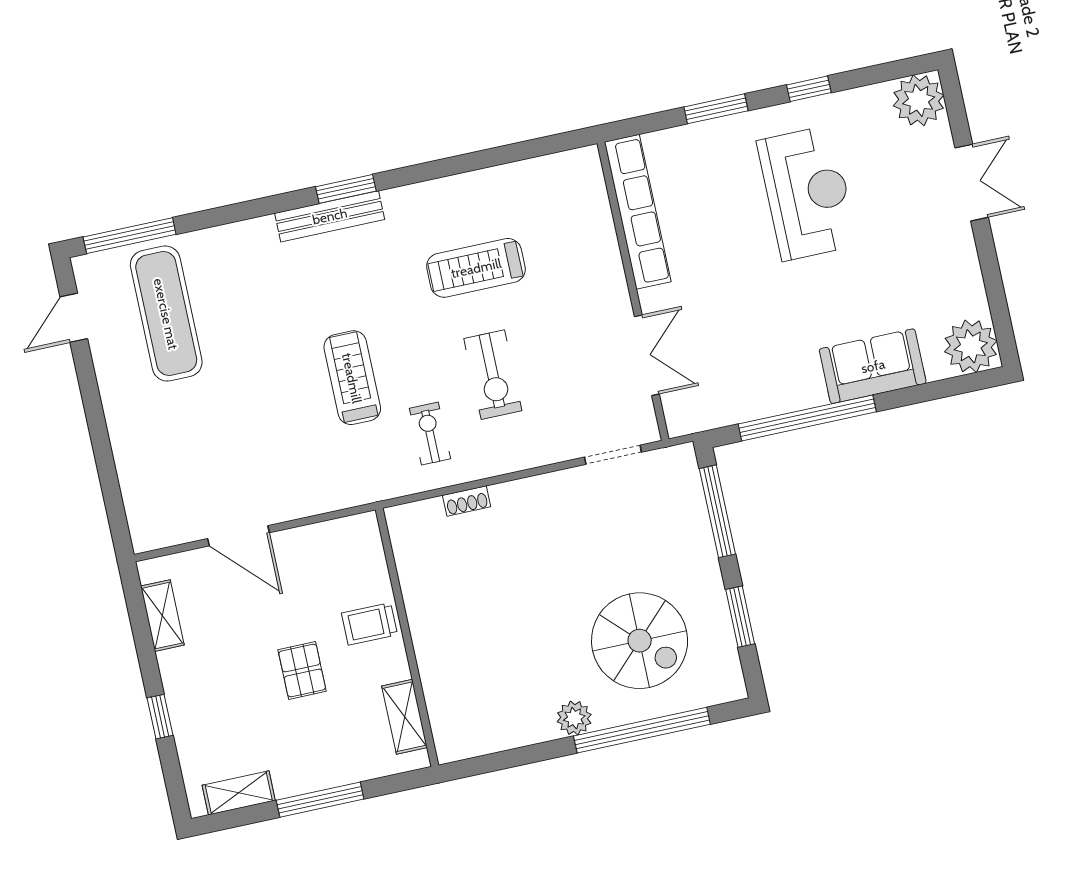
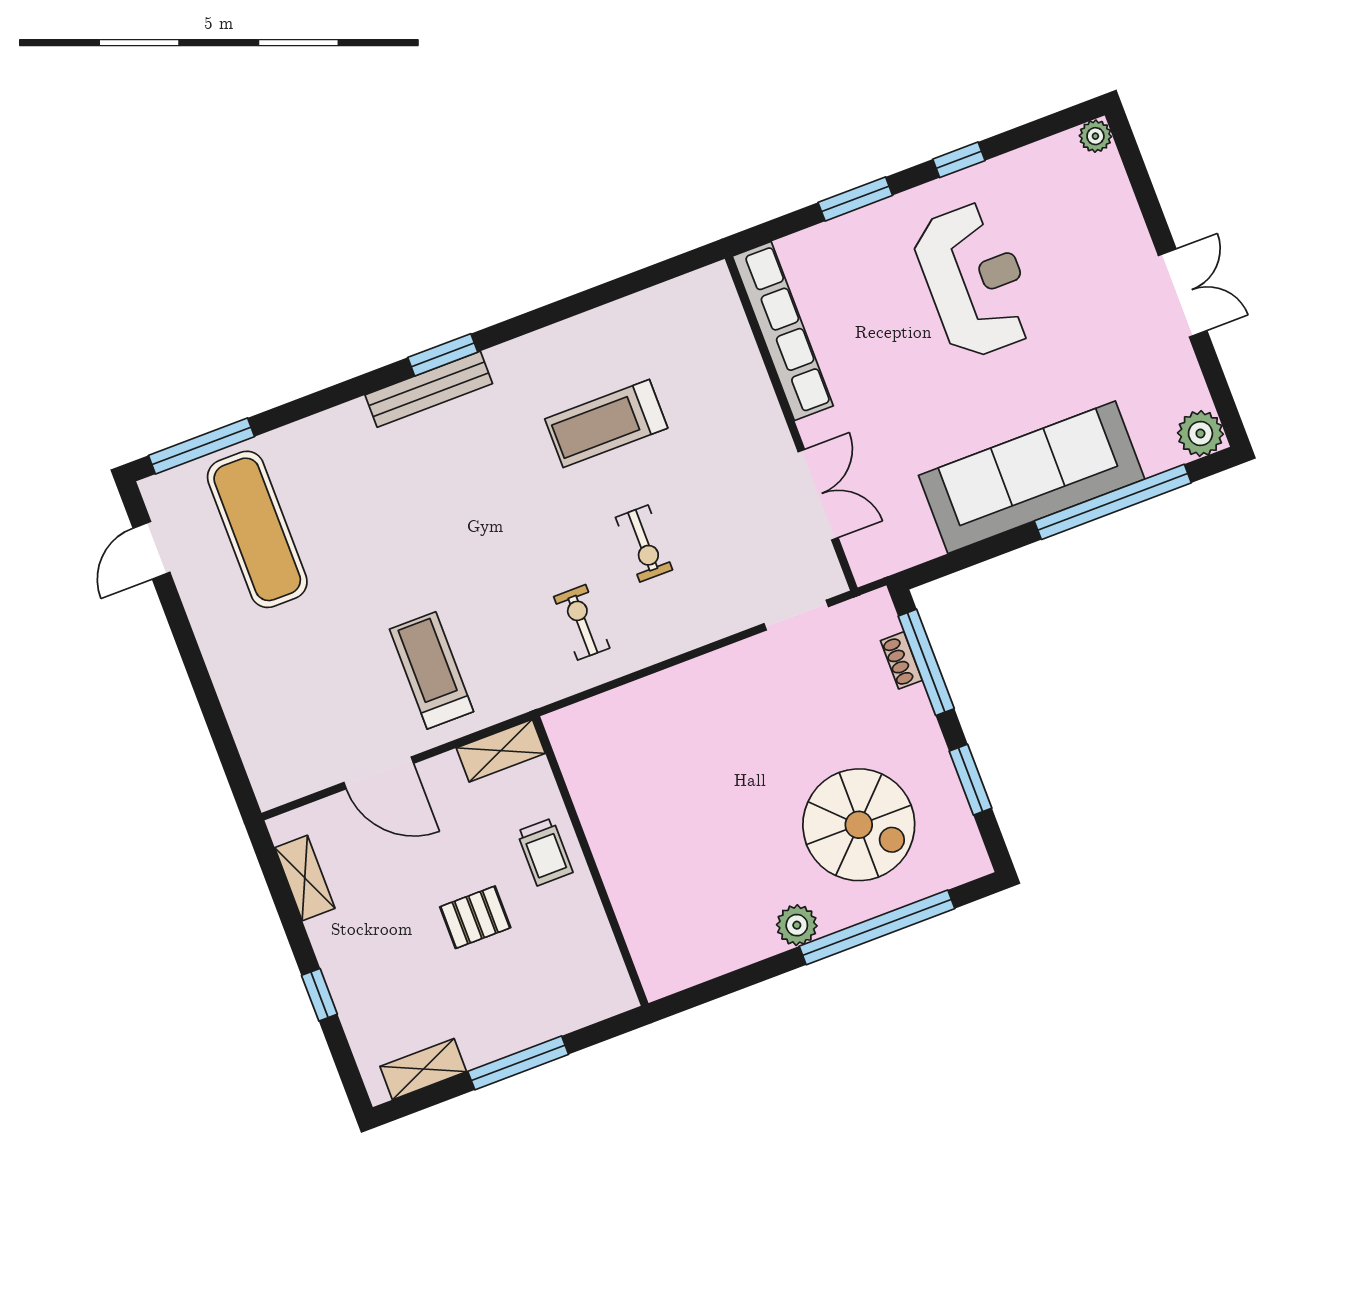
plant: (919, 100) -> (1095, 136), width x0.53, depth x0.53
double door: (972, 183) -> (1183, 293), moved
plant: (971, 346) -> (1200, 433), width x0.73, depth x0.73
sofa: (873, 366) -> (1032, 477), width x1.85, depth x1.27
exercise bike: (493, 375) -> (644, 544), width x0.73, depth x0.72
treadmill: (352, 378) -> (431, 670), moved
window: (807, 418) -> (1113, 502), moved
shoe rack: (467, 501) -> (901, 660), moved, turned 90
trolley: (370, 624) -> (545, 852), turned -90
pallet: (302, 671) -> (475, 917), turned 90
shelving: (405, 717) -> (501, 751), moved, turned 90

